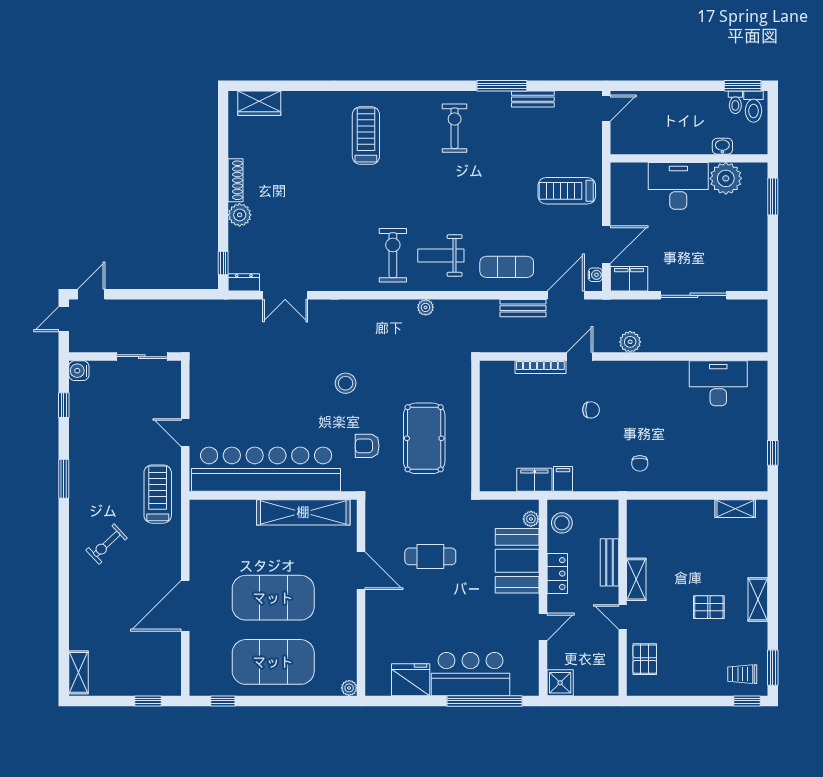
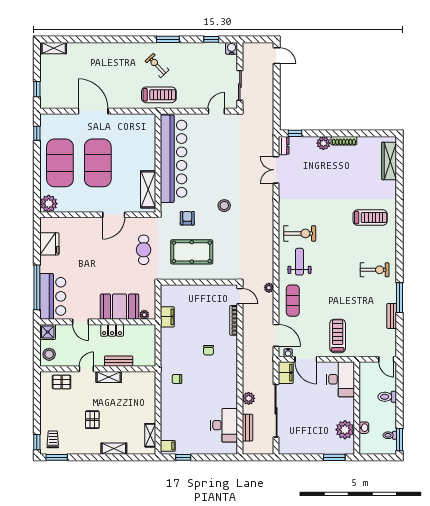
wardrobe: (259, 103) -> (389, 161), width x1.50
toilet: (754, 107) -> (387, 397), moved
desk: (678, 186) -> (340, 379), moved
sliding door: (694, 295) -> (276, 411), width x1.36
plant: (426, 307) -> (269, 288), moved
bench: (523, 308) -> (247, 428), moved
door: (64, 319) -> (262, 39), removed
plant: (630, 342) -> (249, 398), moved
door: (580, 357) -> (240, 296), moved
door: (185, 433) -> (216, 111), moved
filing cabinet: (563, 479) -> (168, 446), moved
shelving: (303, 512) -> (148, 189), width x0.68
stool: (562, 523) -> (49, 354), moved
exercise bike: (107, 544) -> (157, 65), moved
cafe table: (430, 556) -> (144, 250), moved
shelving: (758, 600) -> (114, 449), moved
bar counter: (470, 674) -> (53, 296), moved
plant: (349, 688) -> (49, 204), width x1.87, depth x1.87

